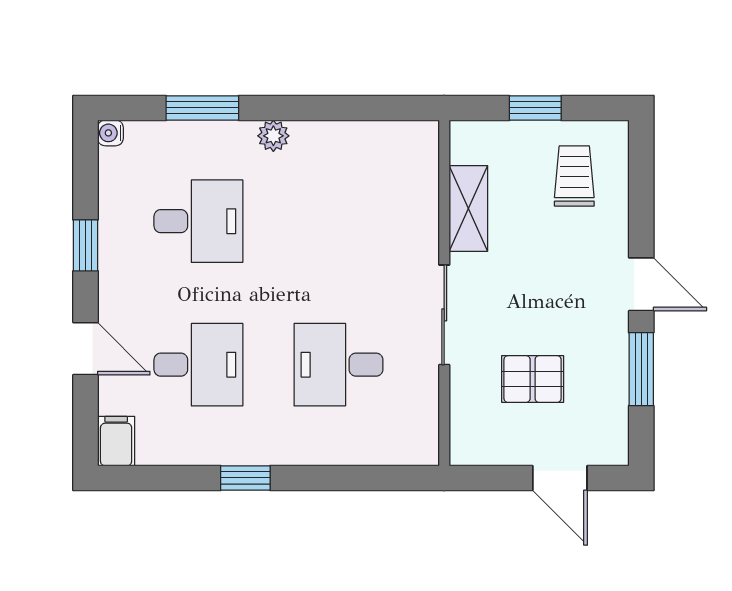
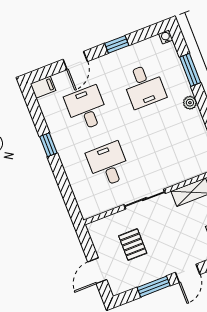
desk: (198, 365) -> (86, 108), turned 180

